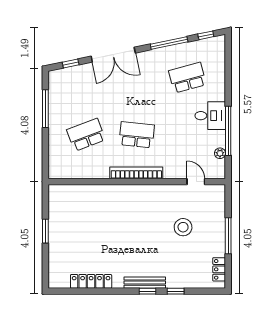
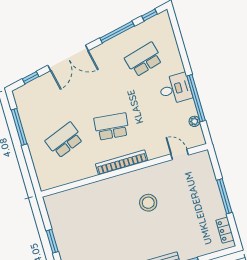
stool: (183, 227) -> (148, 203), moved

